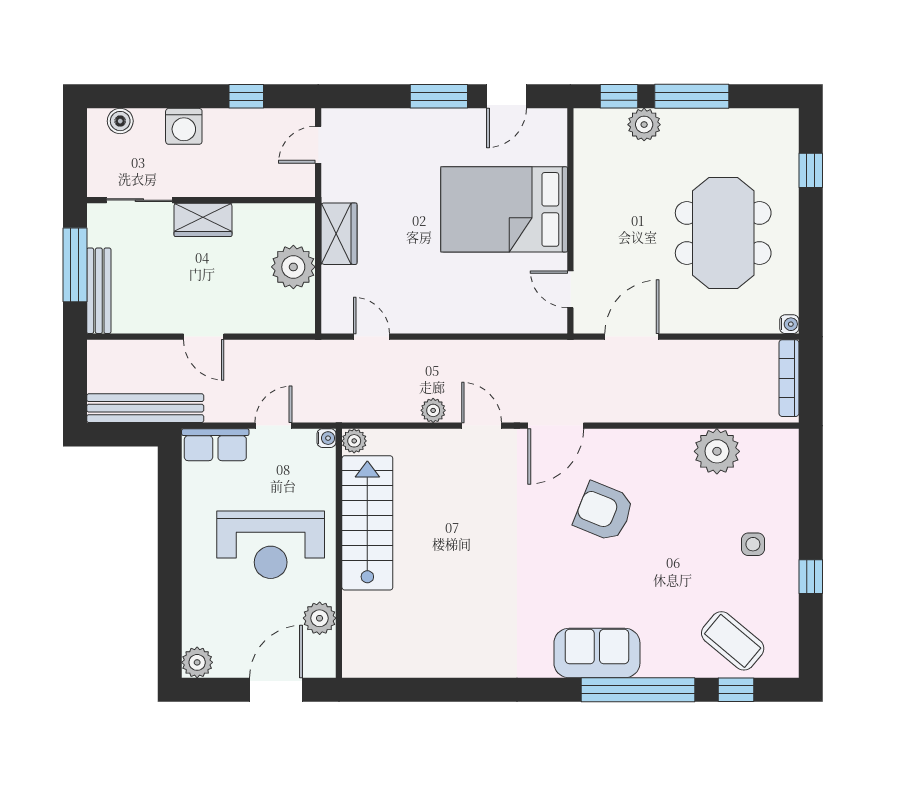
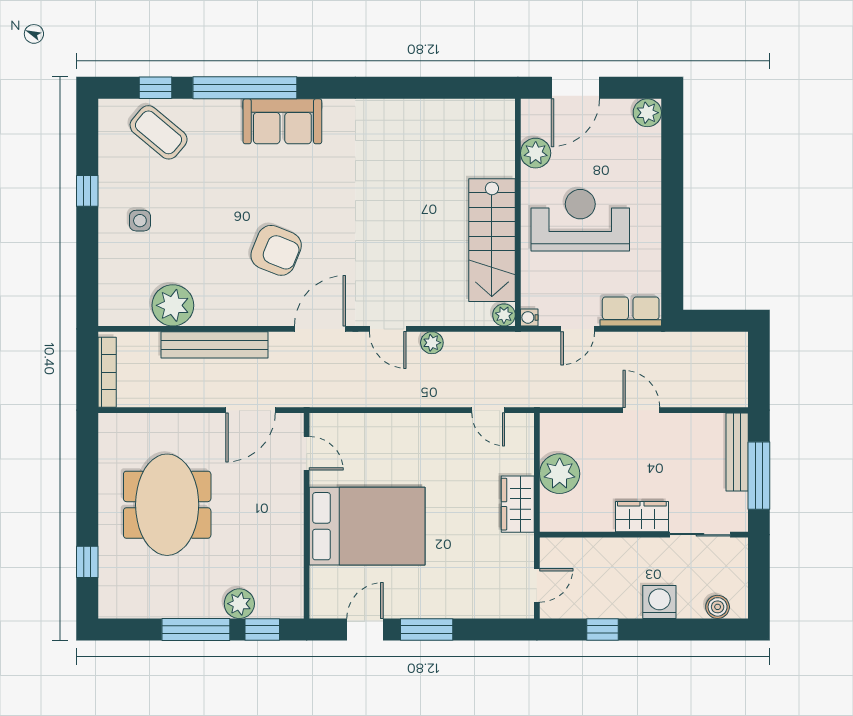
water cooler: (789, 324) -> (107, 421), removed
bench: (145, 408) -> (214, 345), moved

